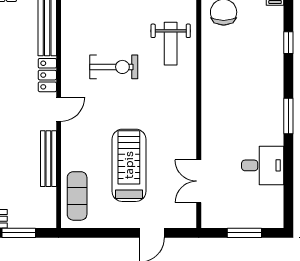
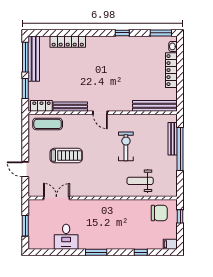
exercise bike: (114, 67) -> (126, 146), turned 180
locker: (47, 75) -> (41, 106), moved
treadmill: (129, 165) -> (66, 155), width x0.73, depth x0.73

